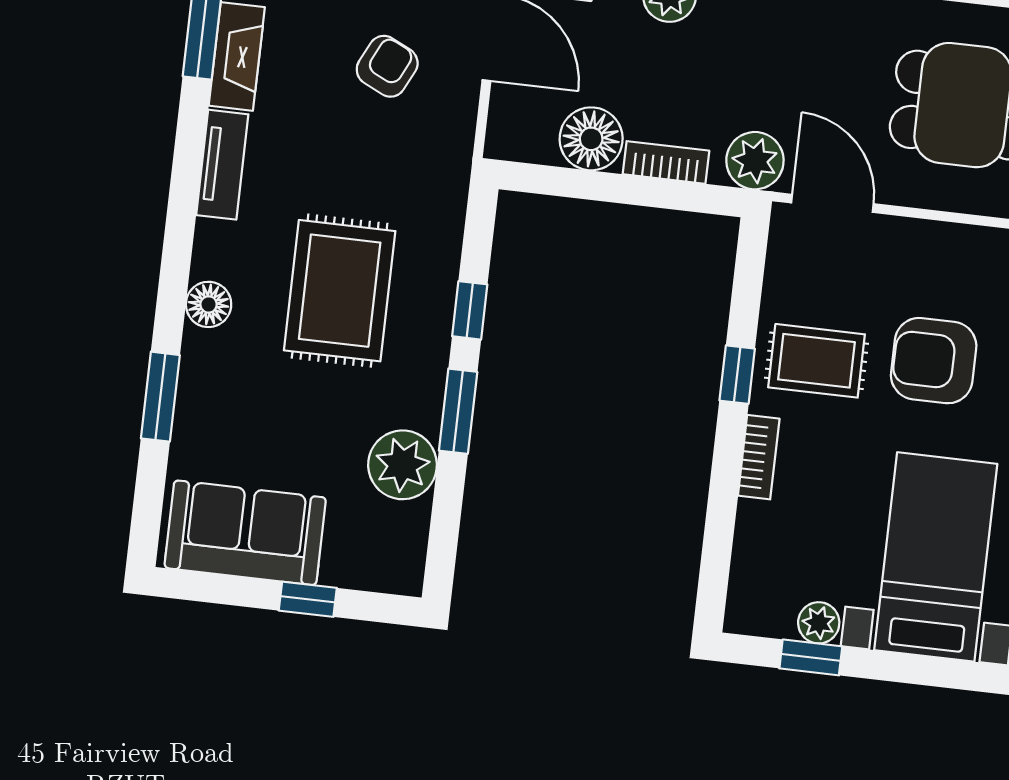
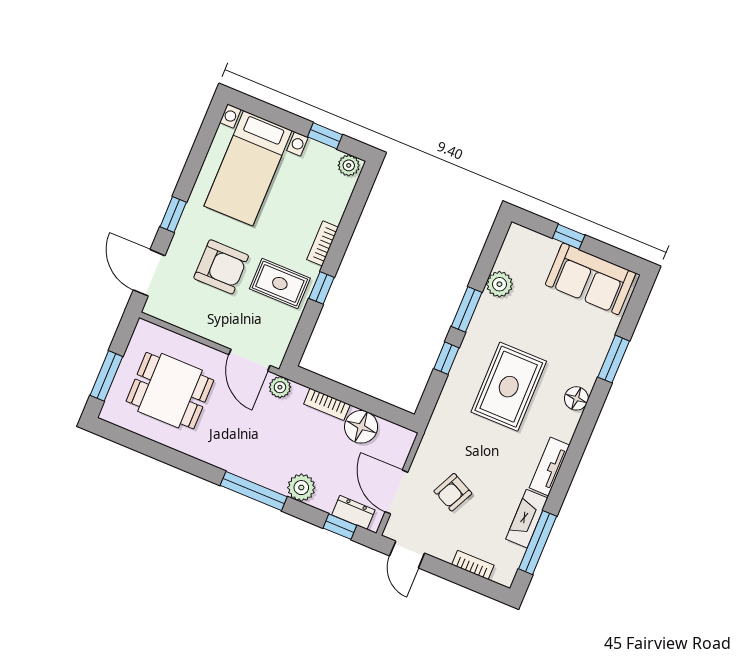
plant: (755, 161) -> (280, 387), width x0.73, depth x0.73
plant: (403, 465) -> (499, 284), width x0.73, depth x0.73
plant: (819, 623) -> (349, 165), moved

